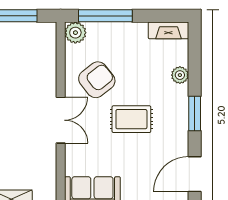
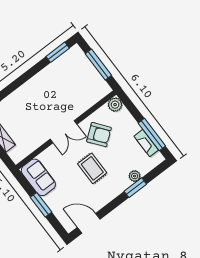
window: (105, 16) -> (152, 135), moved
fireplace: (168, 30) -> (146, 143), moved
window: (195, 114) -> (135, 188), moved

